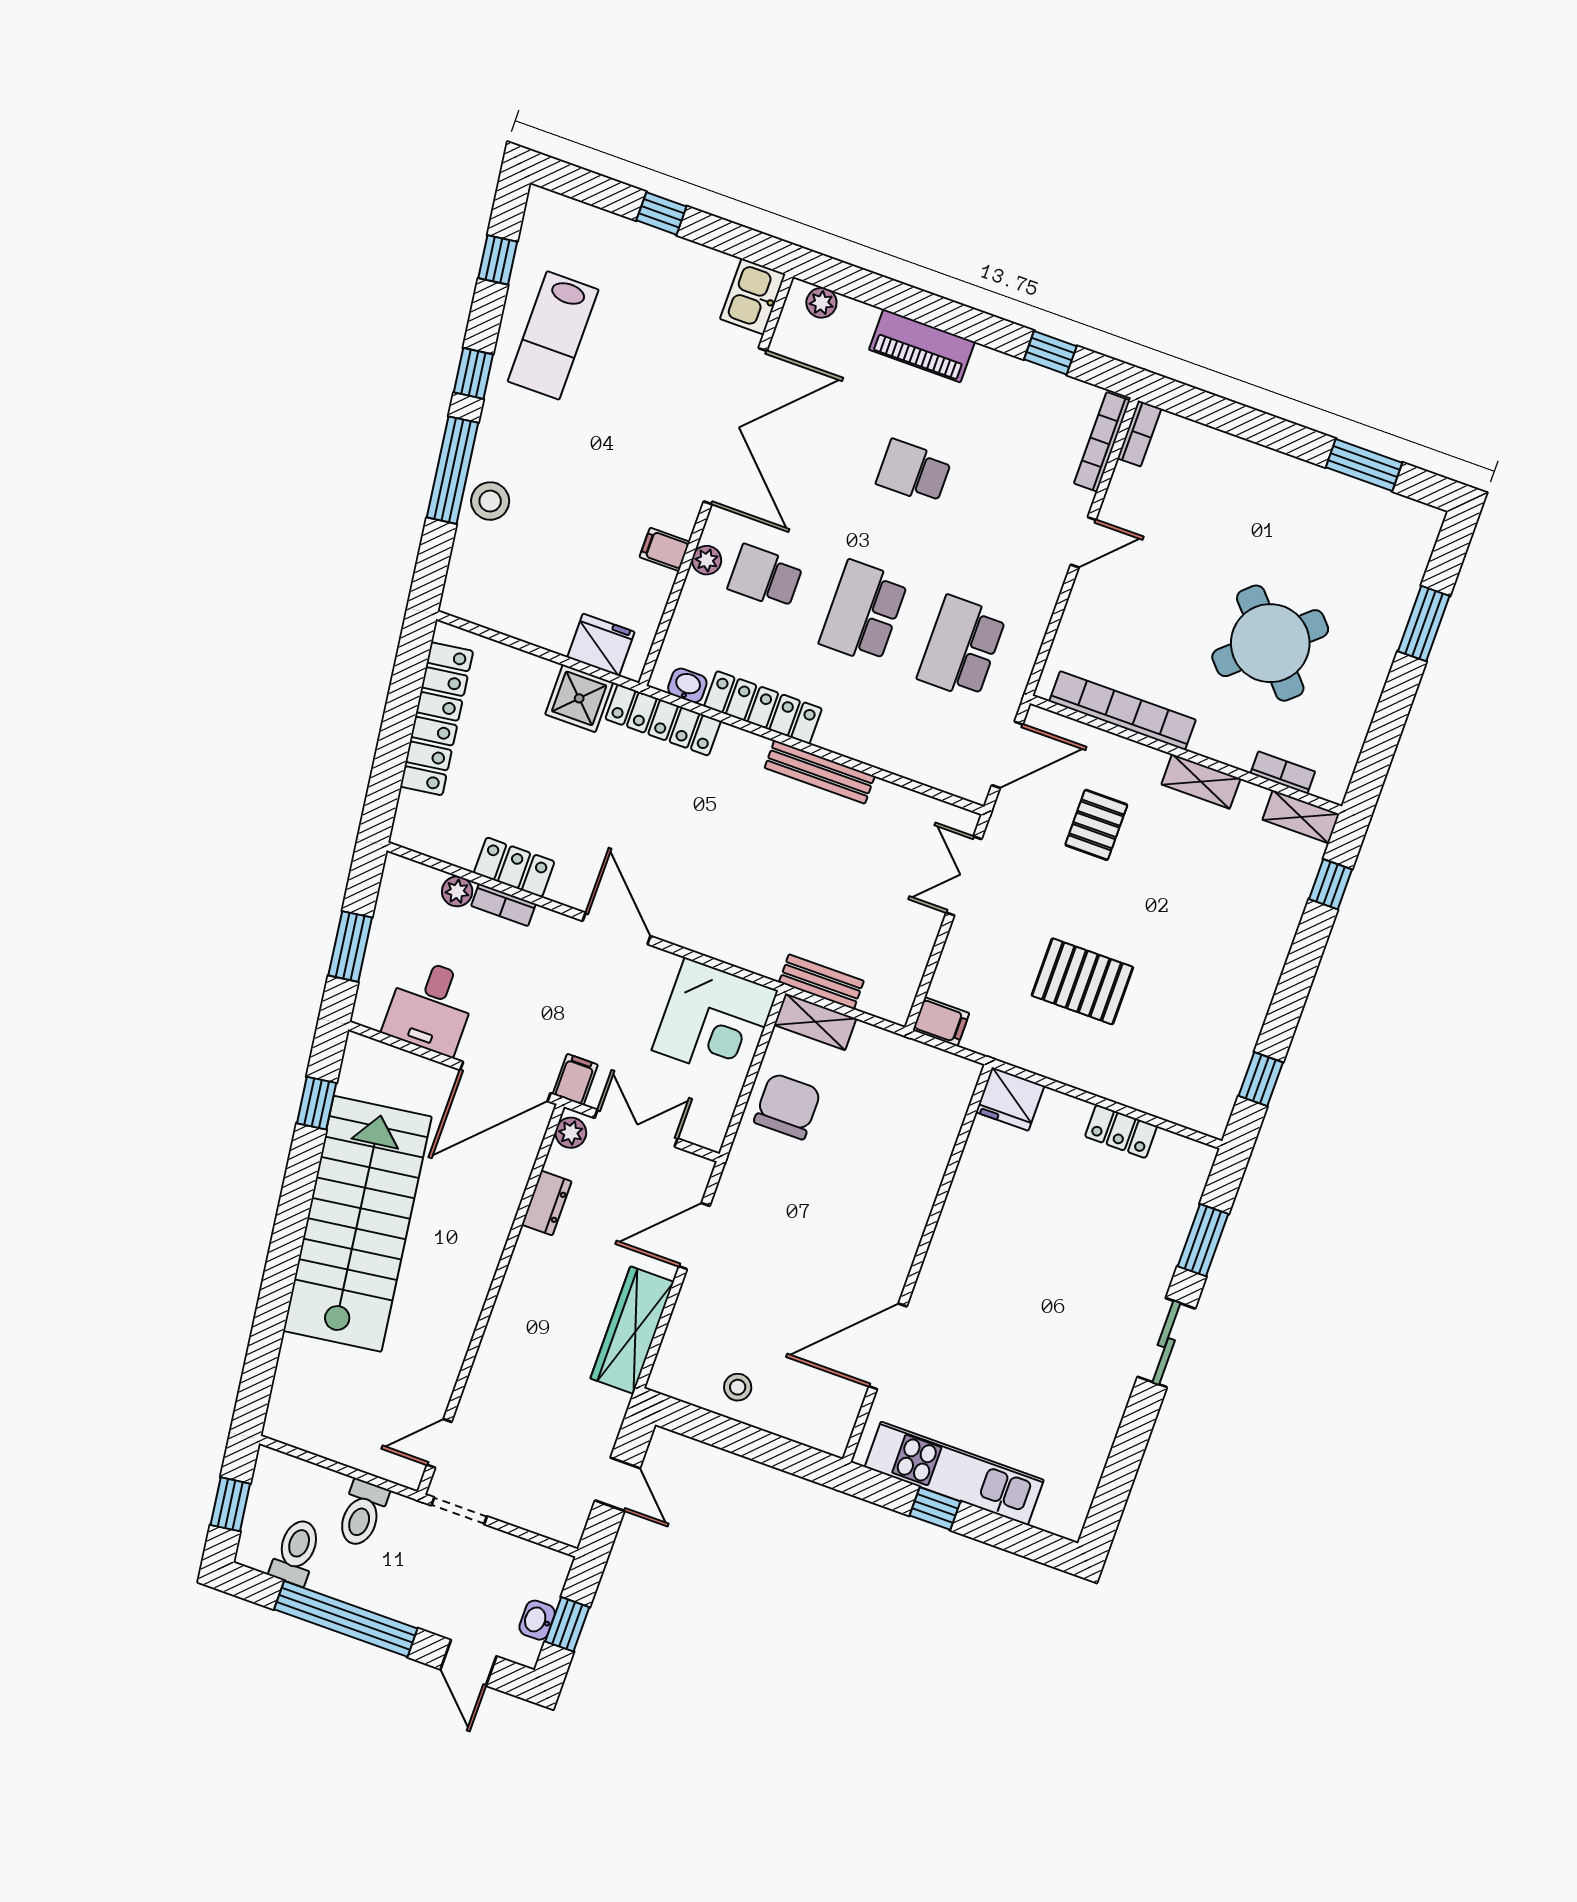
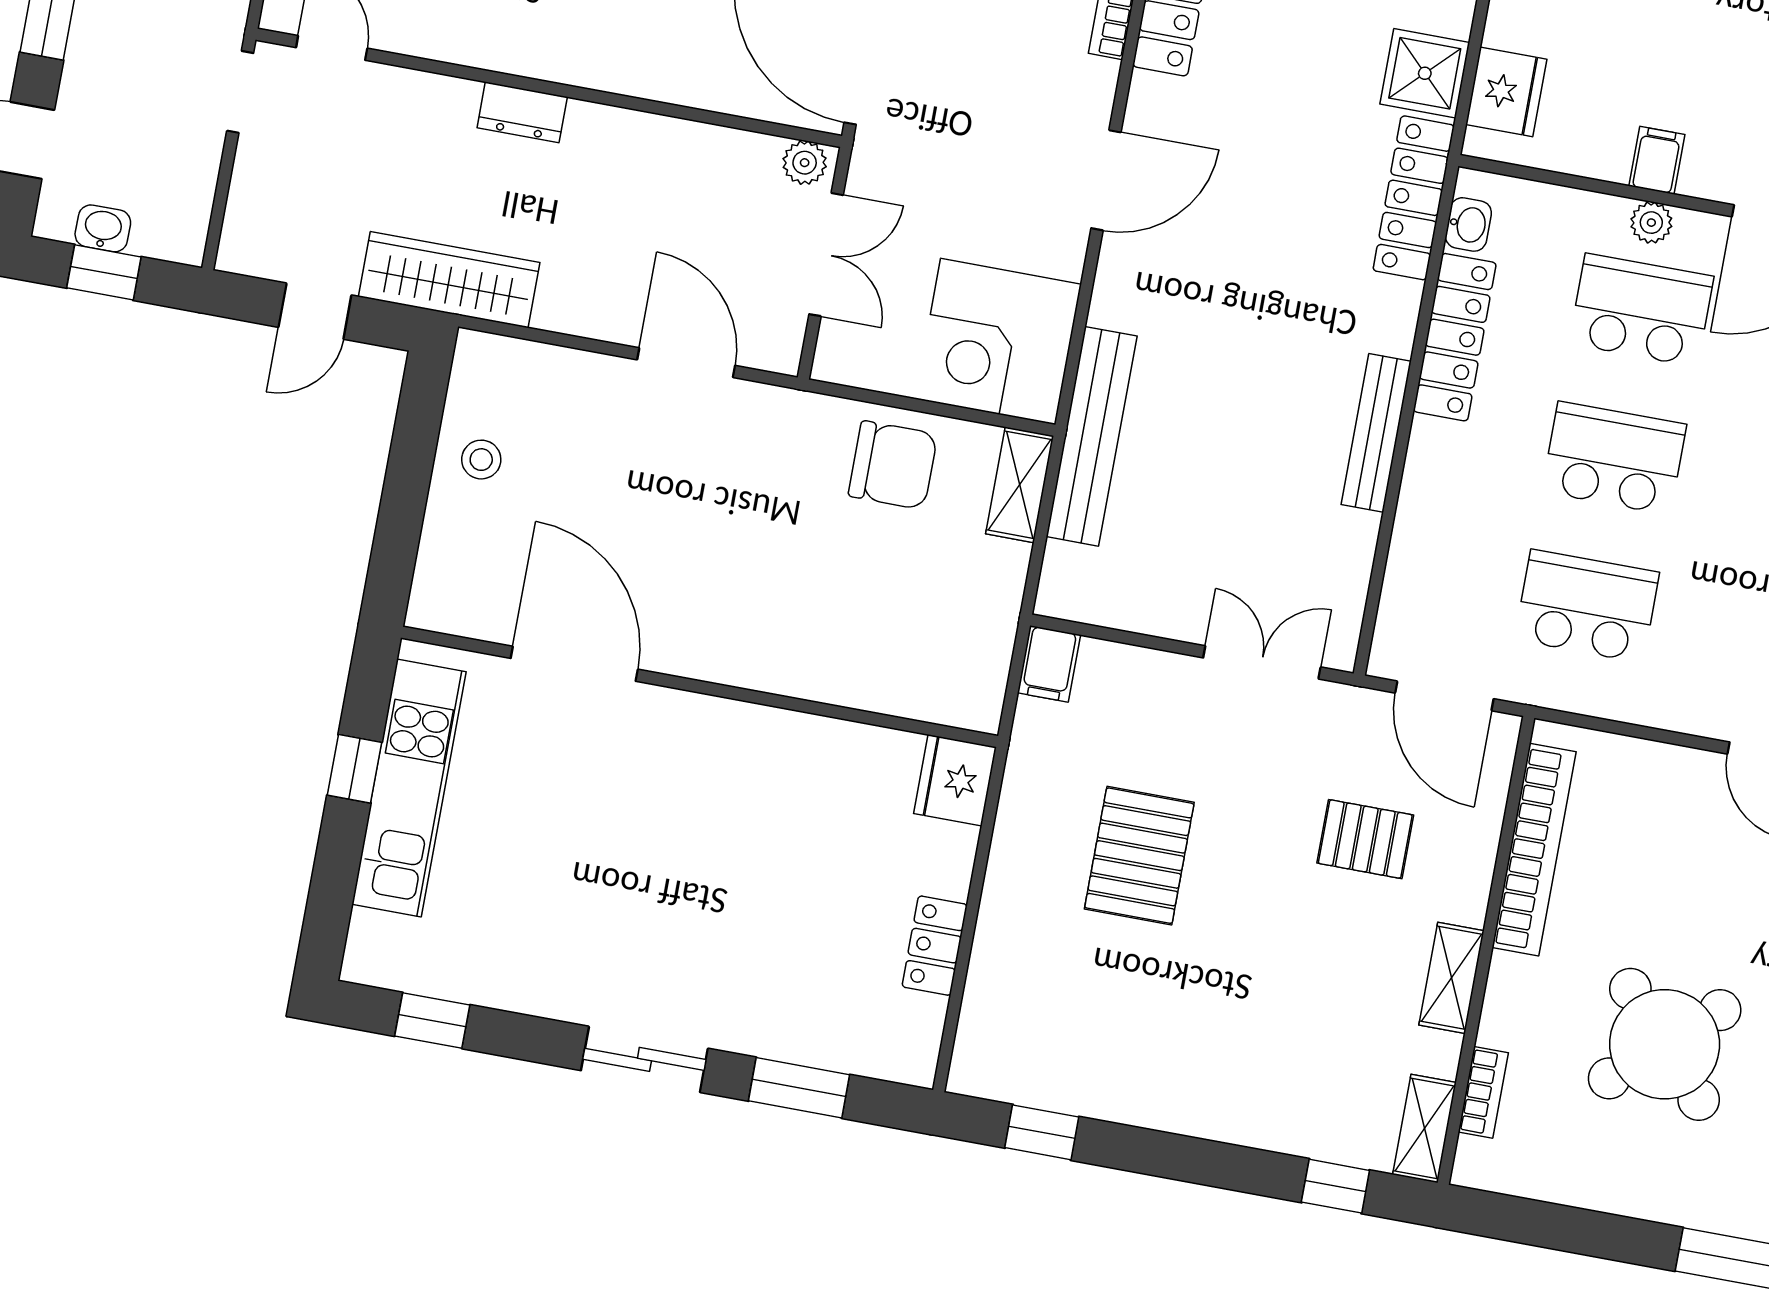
school desk: (765, 577) -> (1641, 310), width x1.85
bench: (821, 982) -> (1092, 436), width x1.86, depth x1.21
filing cabinet: (575, 1079) -> (881, 157), removed
dresser: (547, 1203) -> (522, 112), moved
wardrobe: (632, 1330) -> (449, 280), moved
window: (1116, 1483) -> (432, 1020), added

